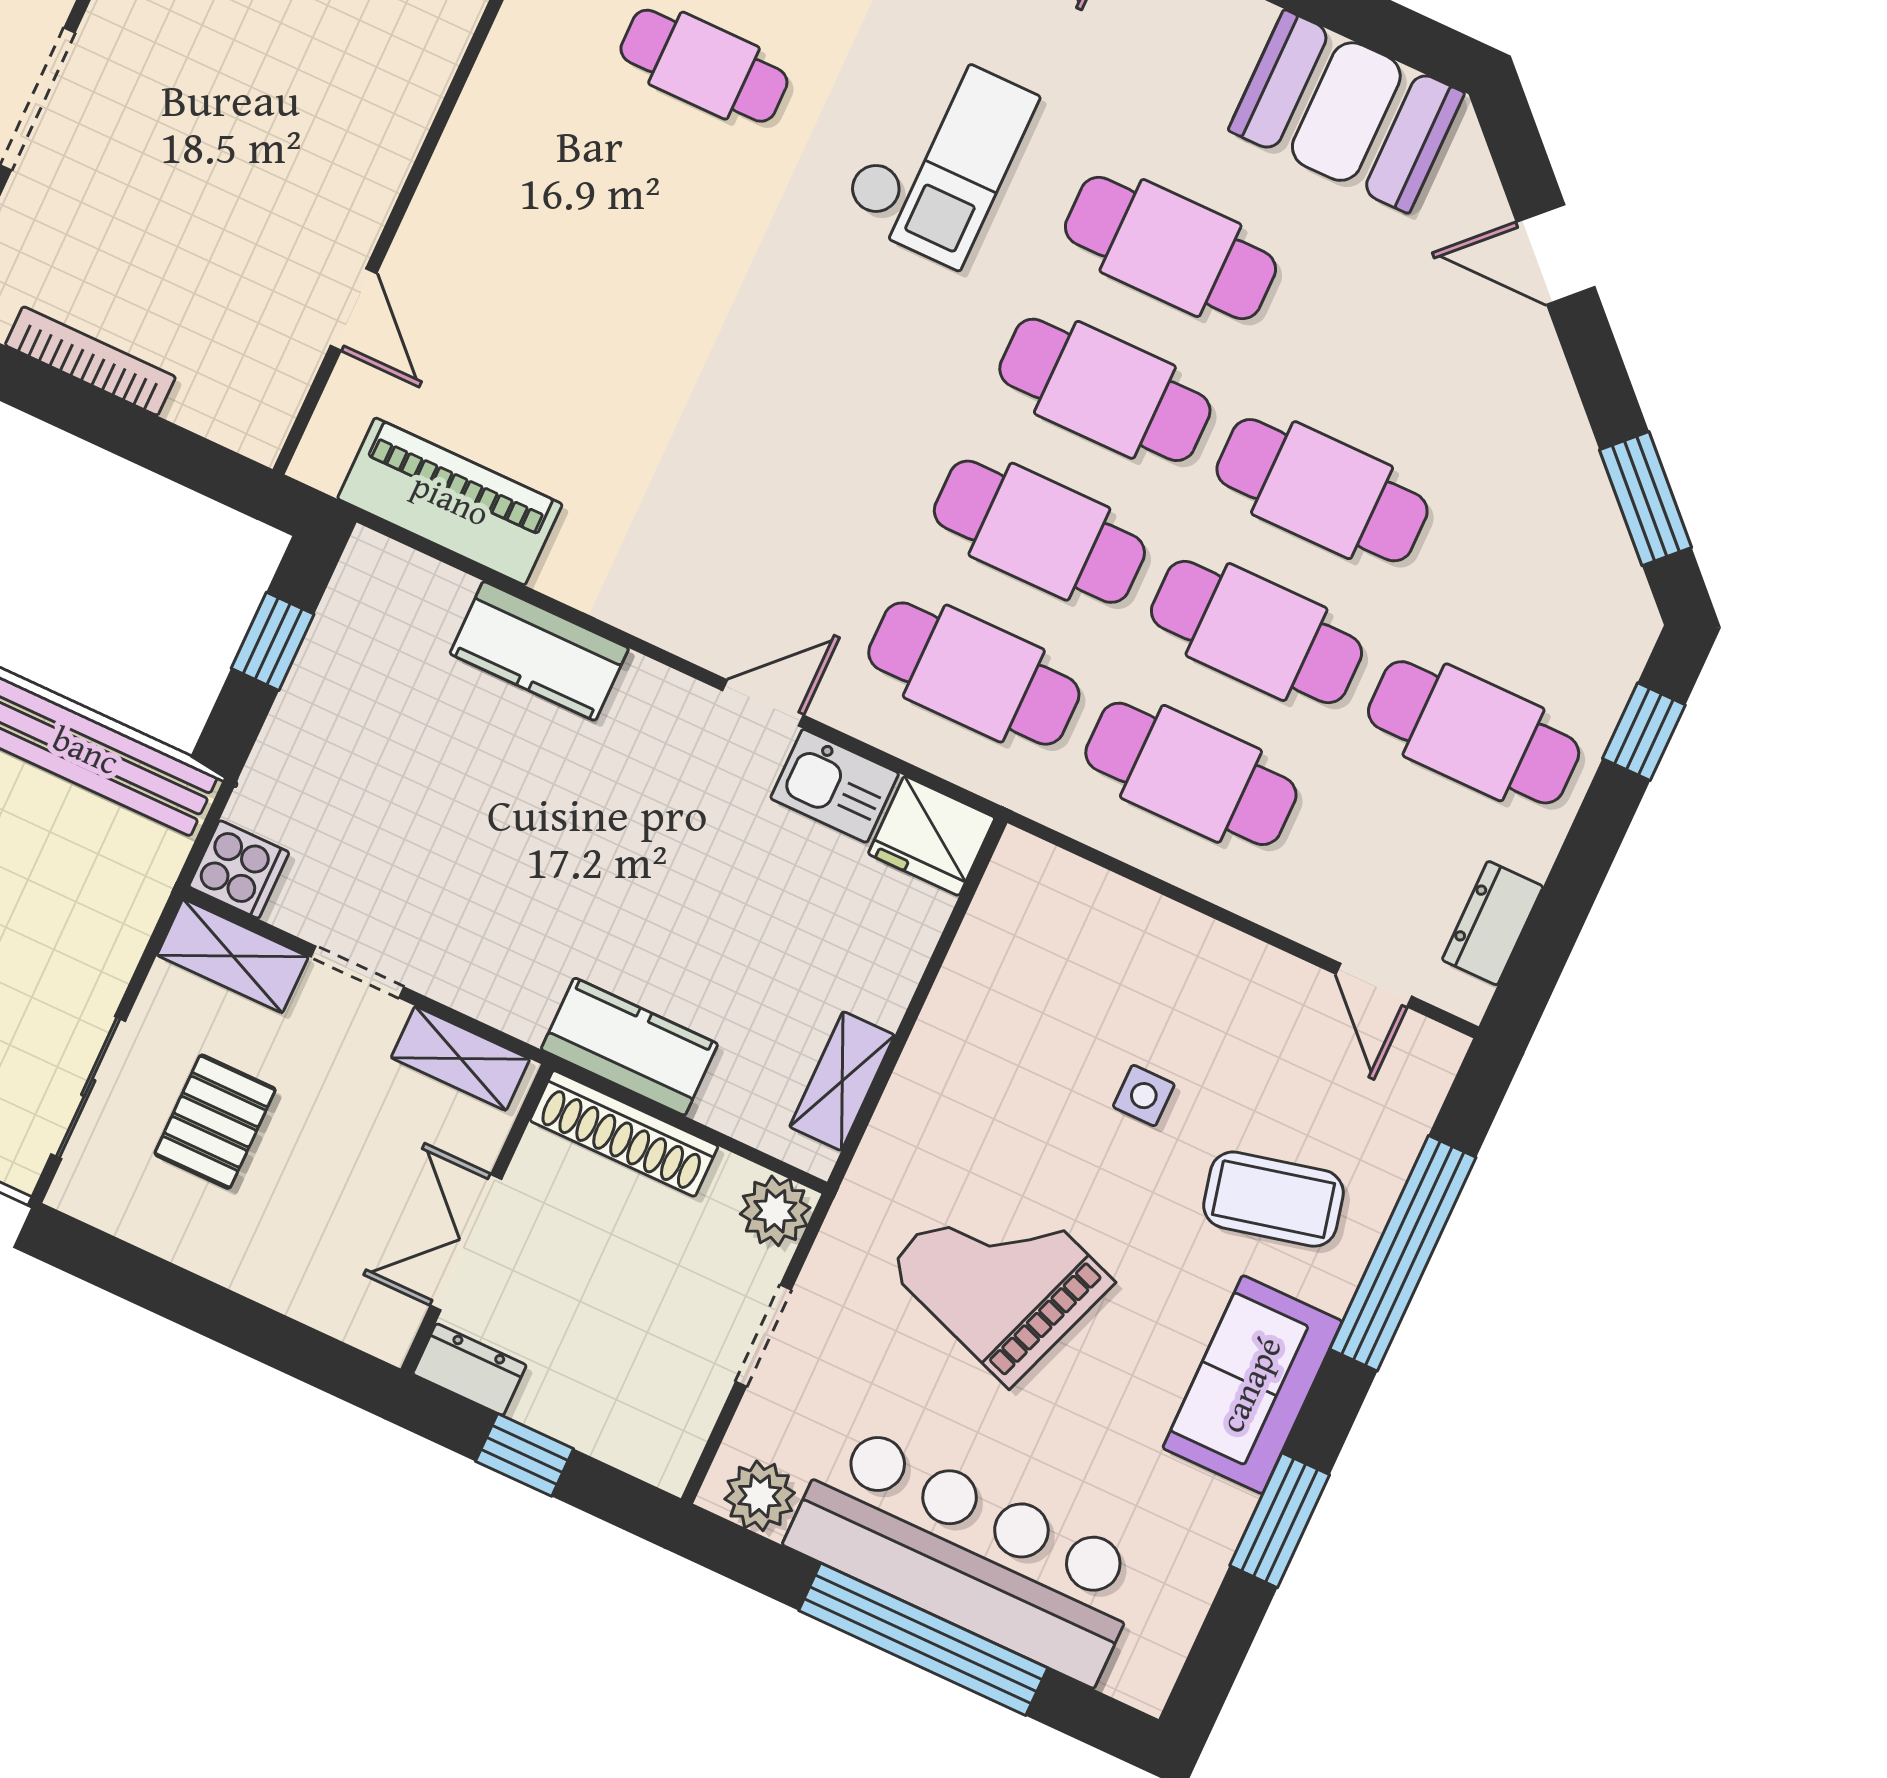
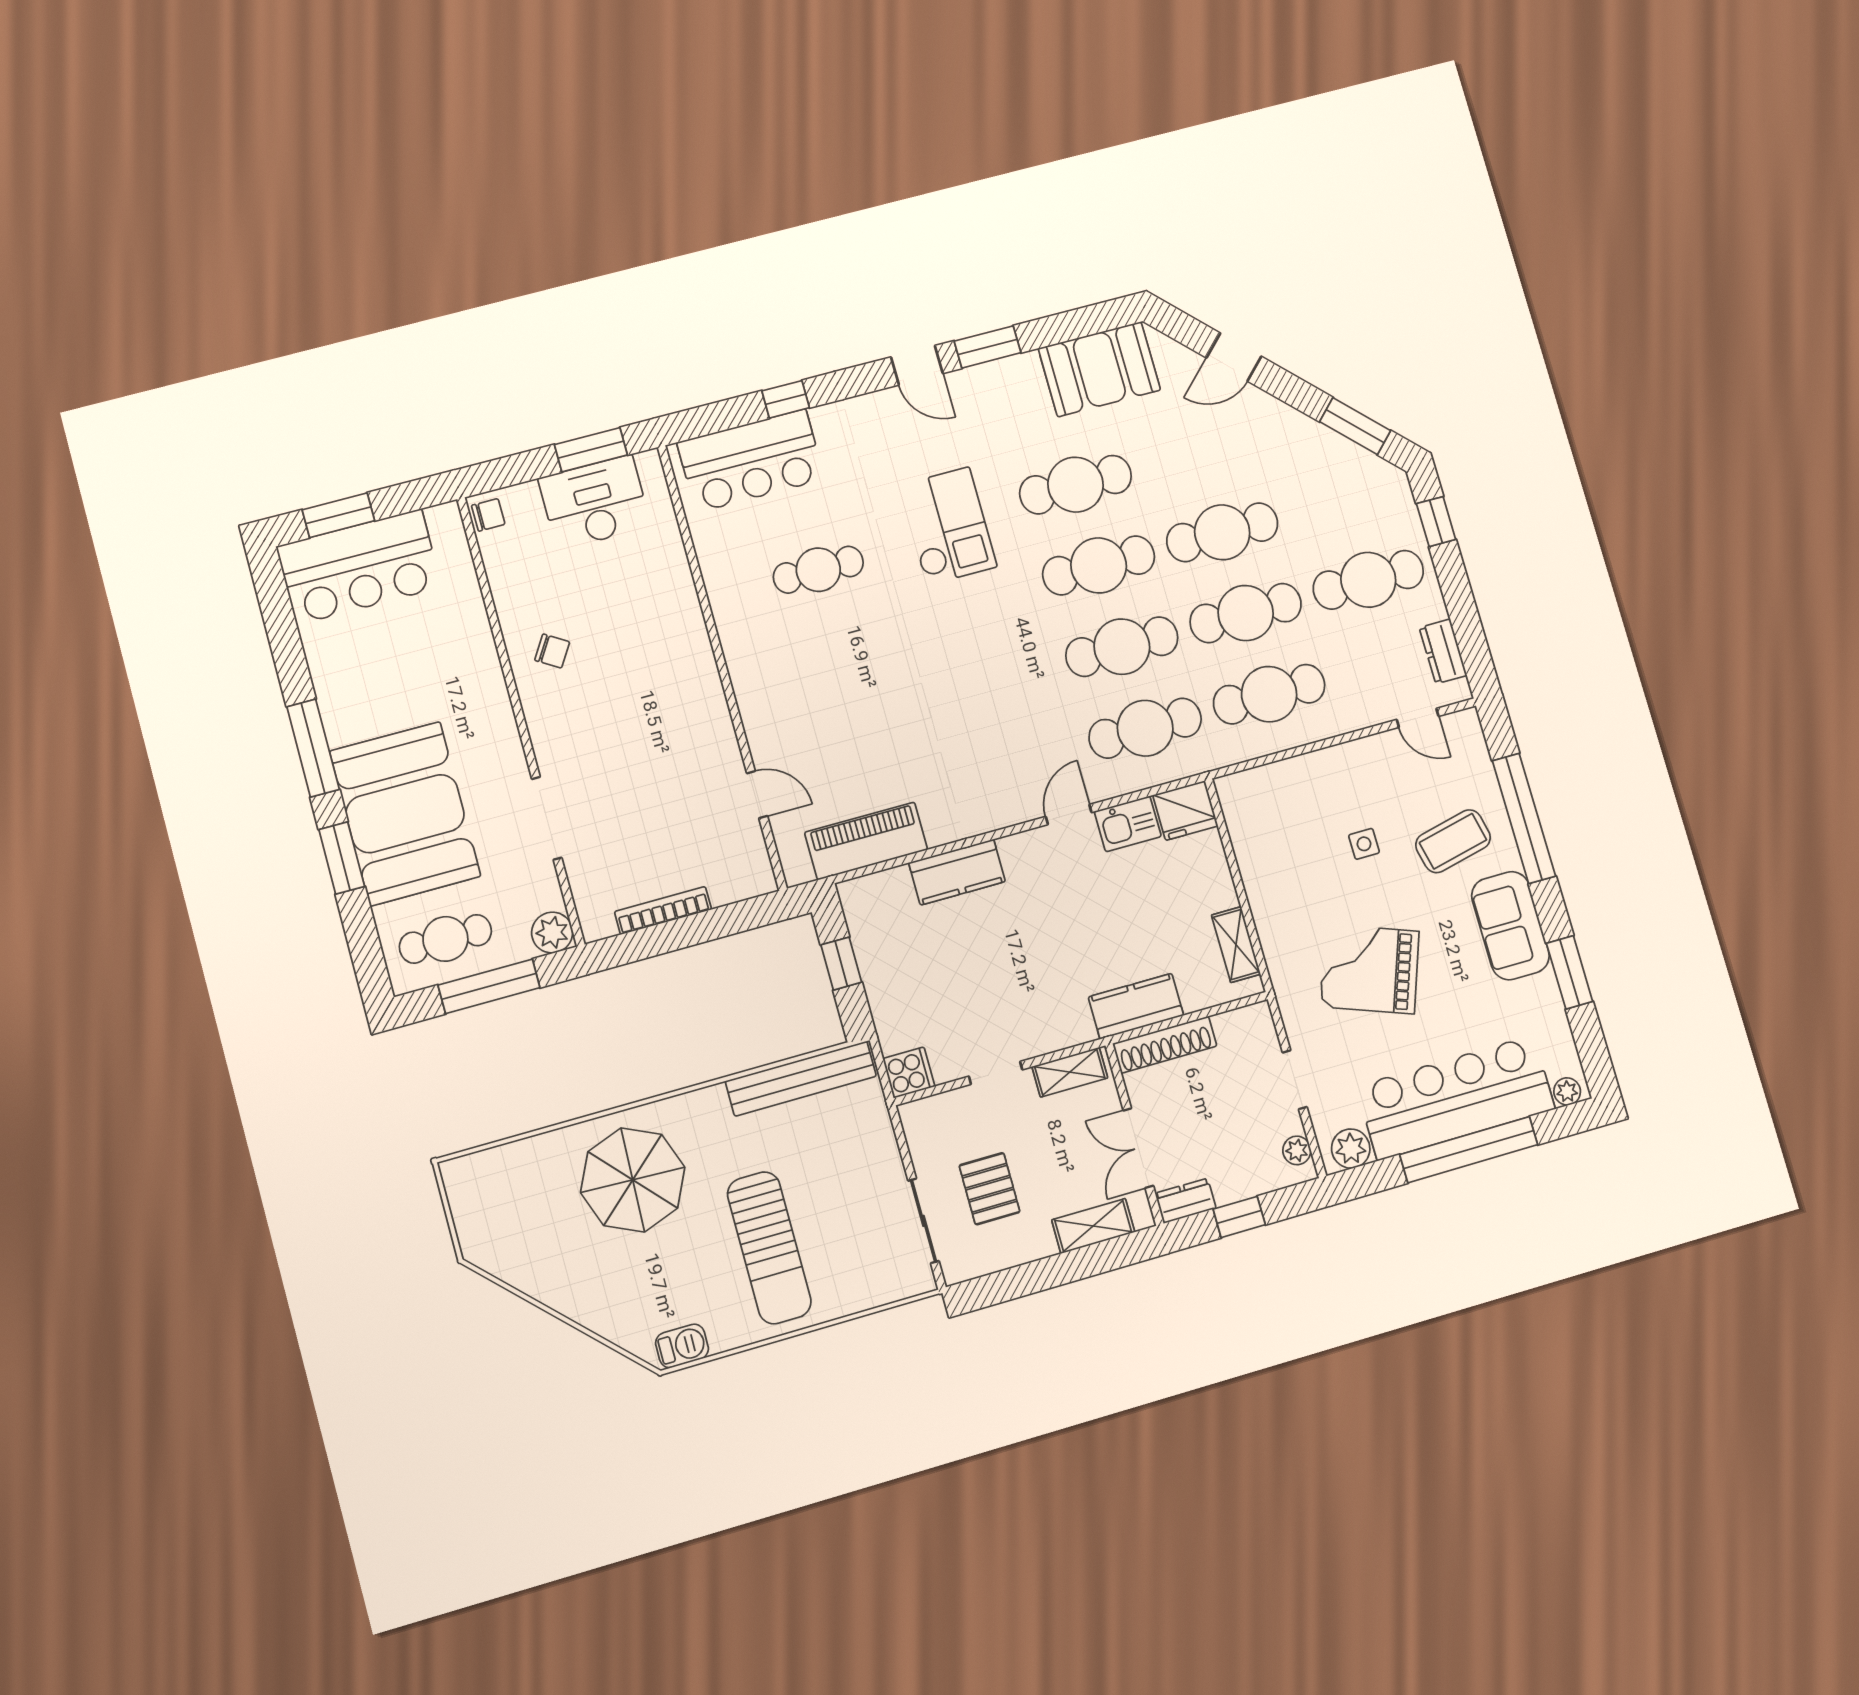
shelving: (233, 956) -> (1093, 1226), moved
plant: (775, 1211) -> (1297, 1150), moved, width x0.73, depth x0.73
plant: (1132, 1679) -> (1567, 1091), added

